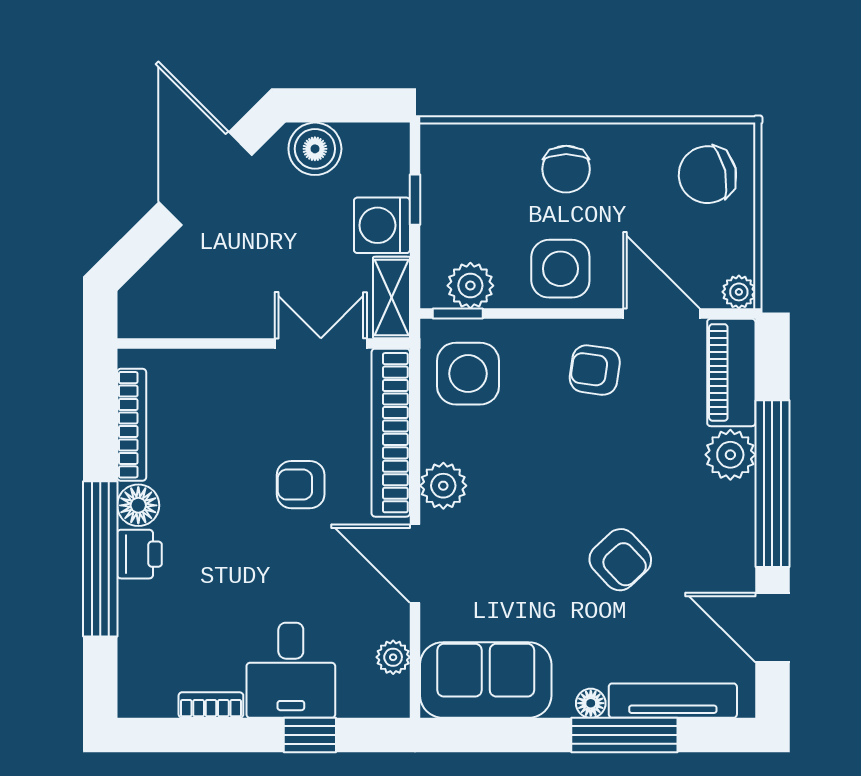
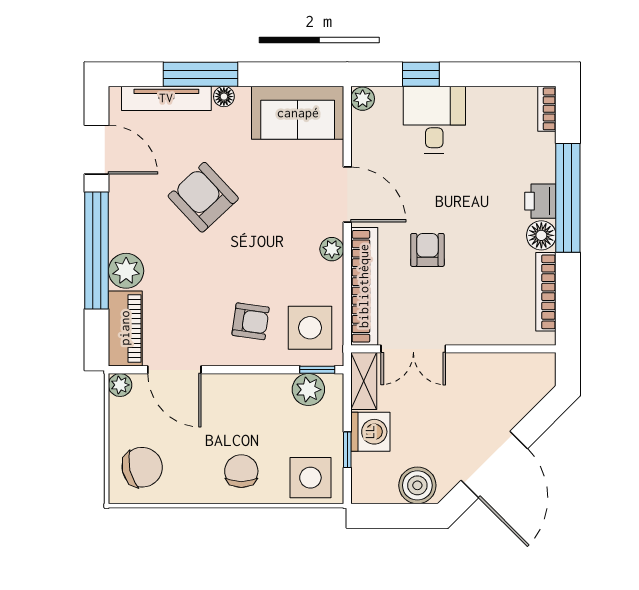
side table: (560, 269) -> (310, 478), moved
armchair: (595, 370) -> (251, 321), moved
armchair: (301, 485) -> (427, 250), turned -90
plant: (443, 486) -> (332, 249), width x0.73, depth x0.73
armchair: (620, 560) -> (203, 197), width x1.38, depth x1.38
plant: (393, 657) -> (363, 99), moved
bookcase: (211, 705) -> (547, 109), moved, turned 90

